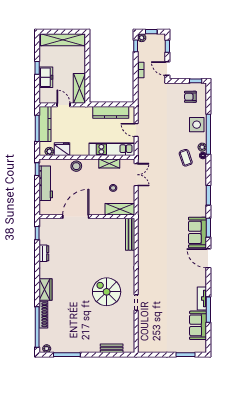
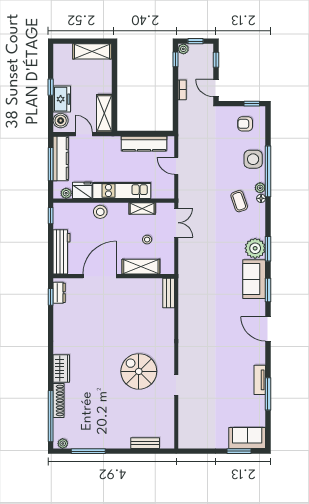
shelving: (63, 40) -> (92, 51), width x0.68
boiler: (45, 94) -> (61, 121), added
kitchen unit: (112, 149) -> (122, 190), moved
workbench: (46, 183) -> (62, 252), moved
plant: (198, 195) -> (255, 248), added
shelving: (120, 209) -> (141, 267), moved
sofa: (197, 232) -> (254, 279), moved
bench: (130, 234) -> (169, 293), width x0.73
dresser: (44, 253) -> (59, 293), moved
sofa: (198, 325) -> (247, 438), moved, turned 90

